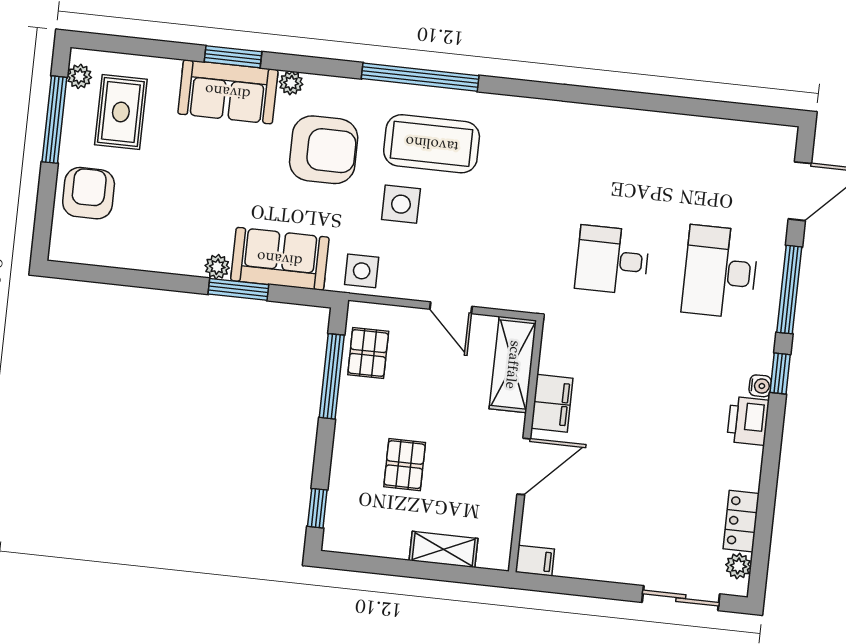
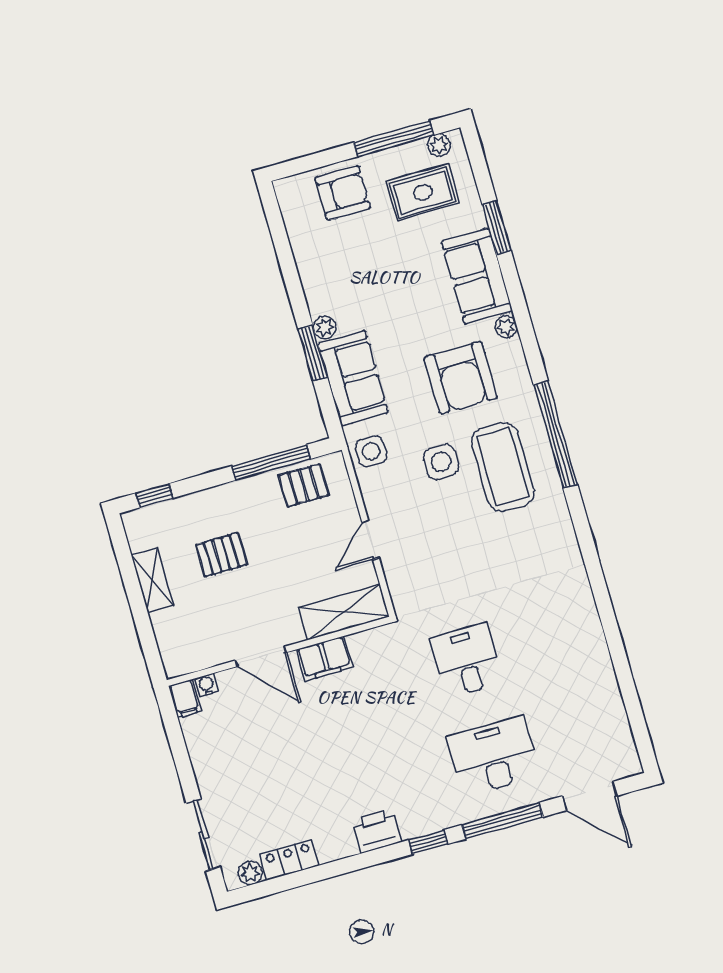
window: (233, 57) -> (497, 228), moved
water cooler: (760, 386) -> (207, 685), moved, turned 180
shelving: (444, 549) -> (152, 580), moved

